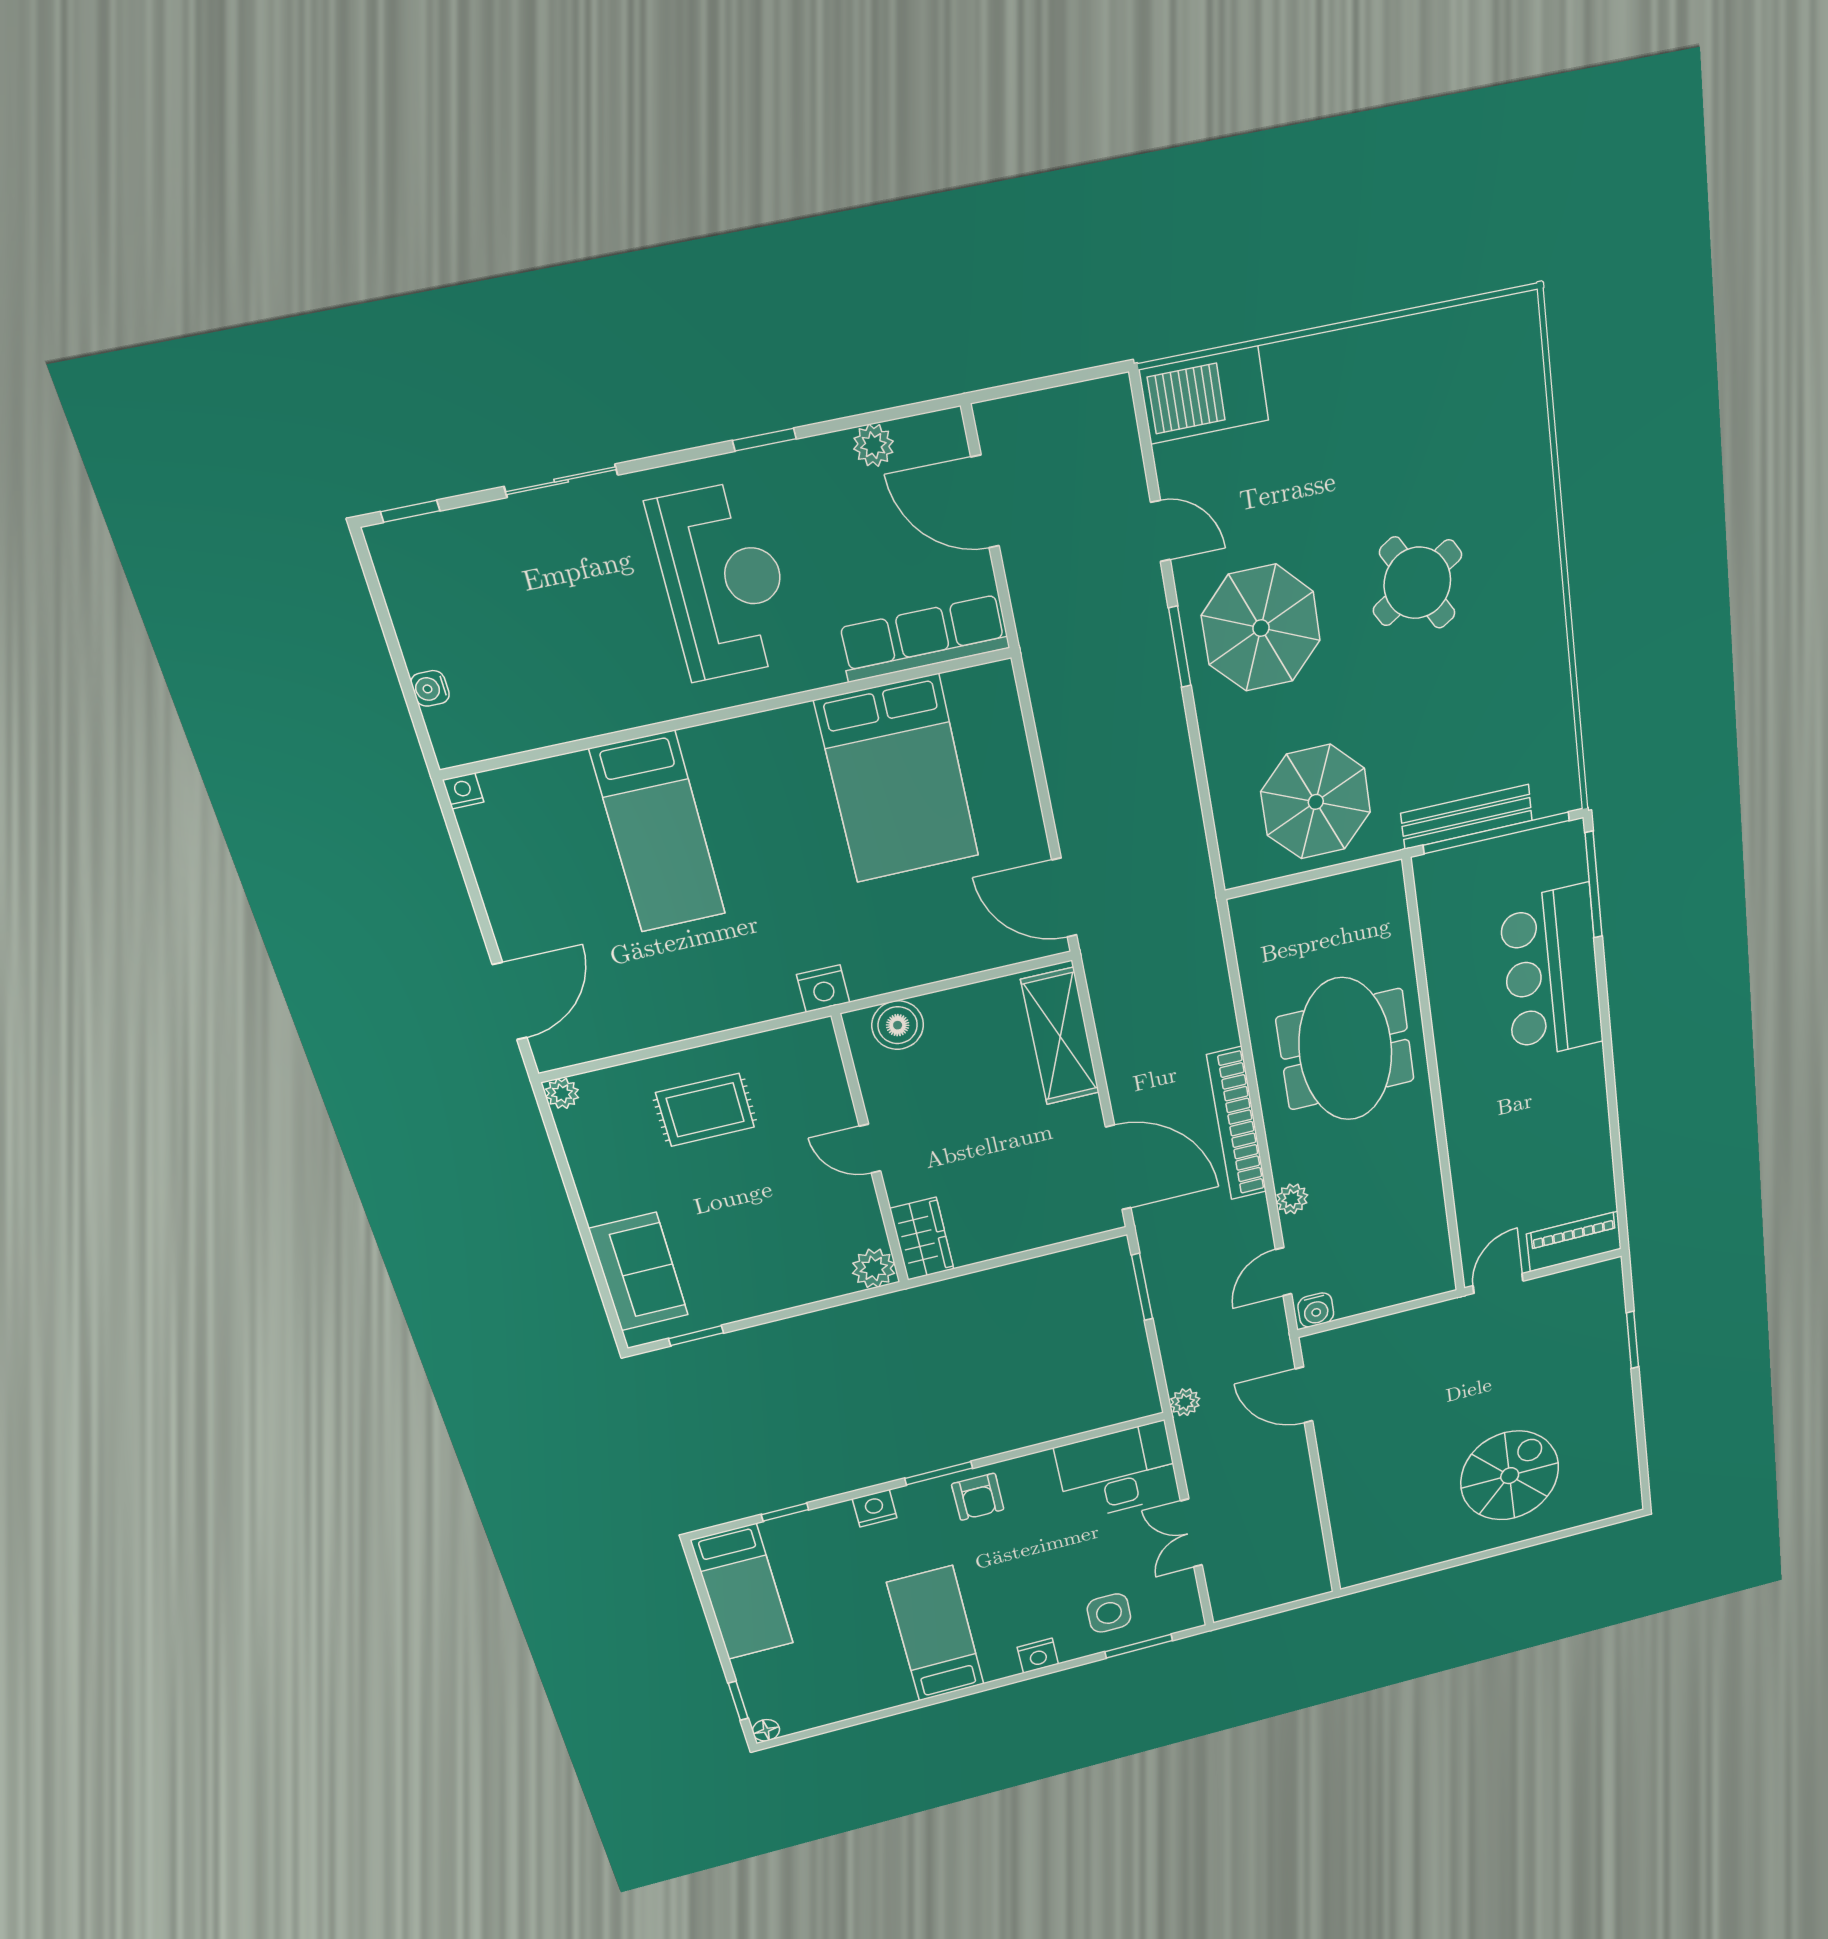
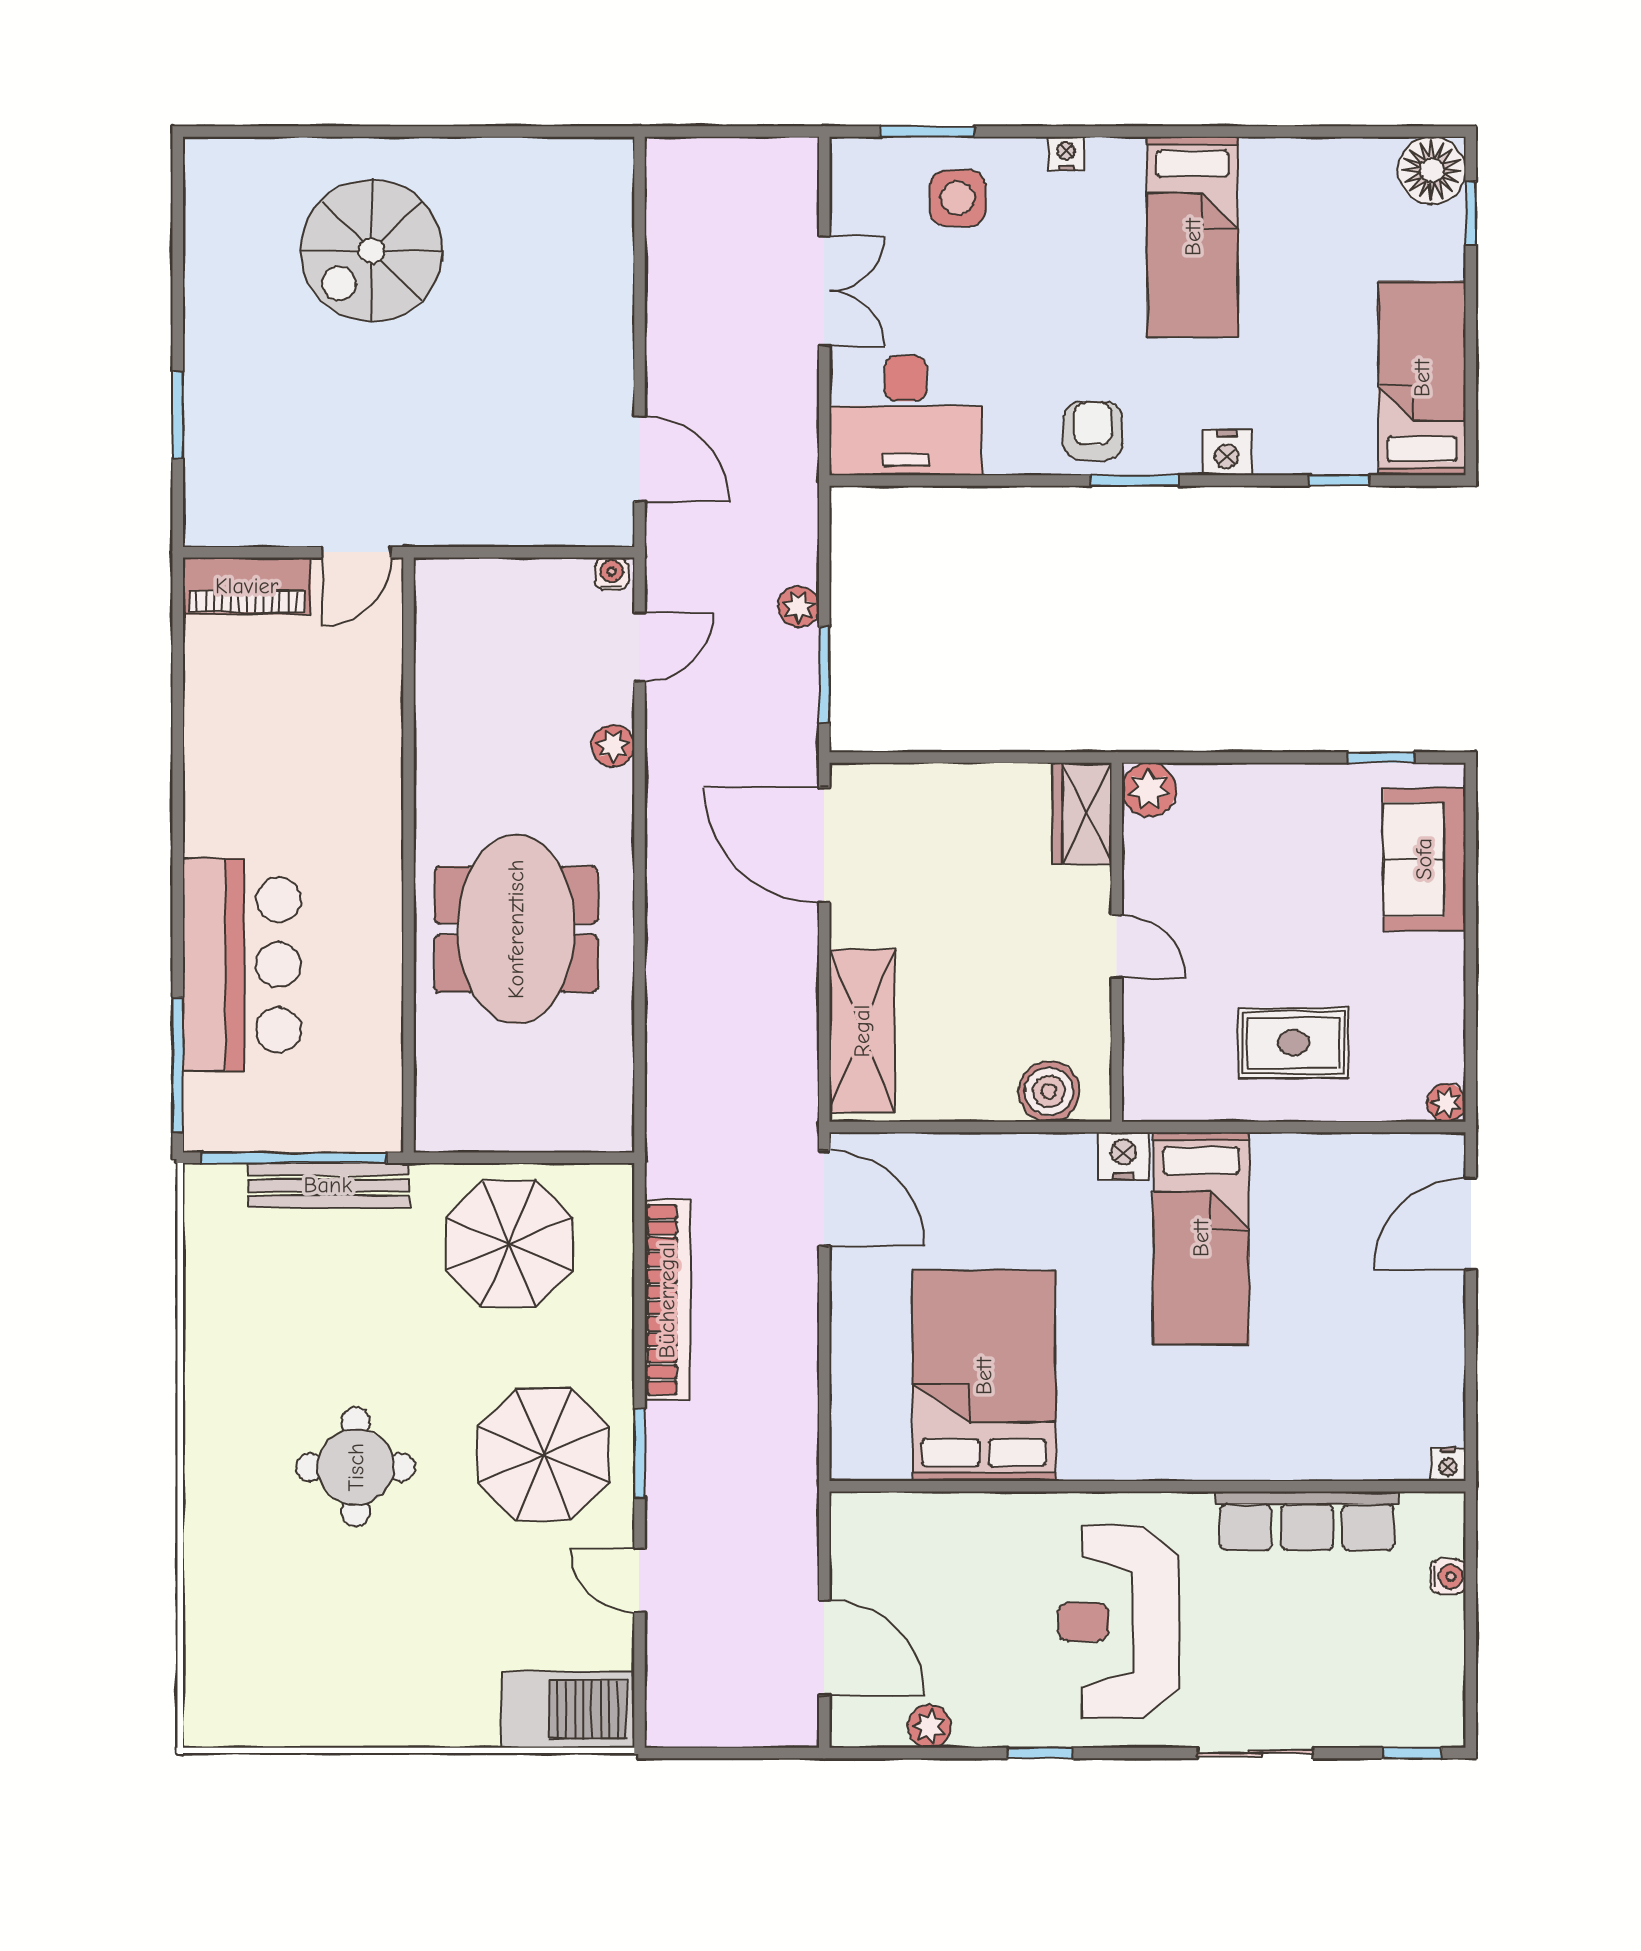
round table: (1417, 583) -> (356, 1467), turned 31
row of seats: (924, 638) -> (1307, 1521), moved
bed: (658, 832) -> (1201, 1238), moved, turned 180
bookcase: (1237, 1124) -> (667, 1300), moved
water cooler: (1316, 1310) -> (612, 574), width x0.72, depth x0.72
plant: (1185, 1402) -> (799, 607), moved
nightstand: (1038, 1656) -> (1066, 153), width x0.72, depth x0.74
floor lamp: (766, 1730) -> (1432, 170), width x1.89, depth x1.89

